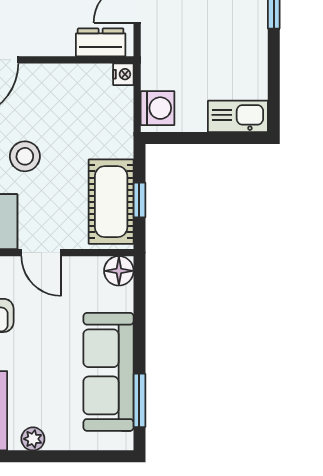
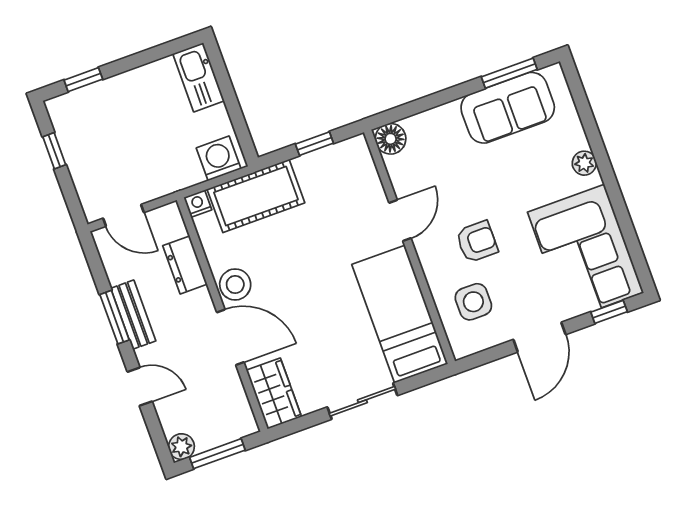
dresser: (101, 42) -> (185, 265), moved
stool: (25, 156) -> (235, 284), moved
cot: (111, 202) -> (256, 196), moved
sofa: (108, 372) -> (508, 108), width x0.73

